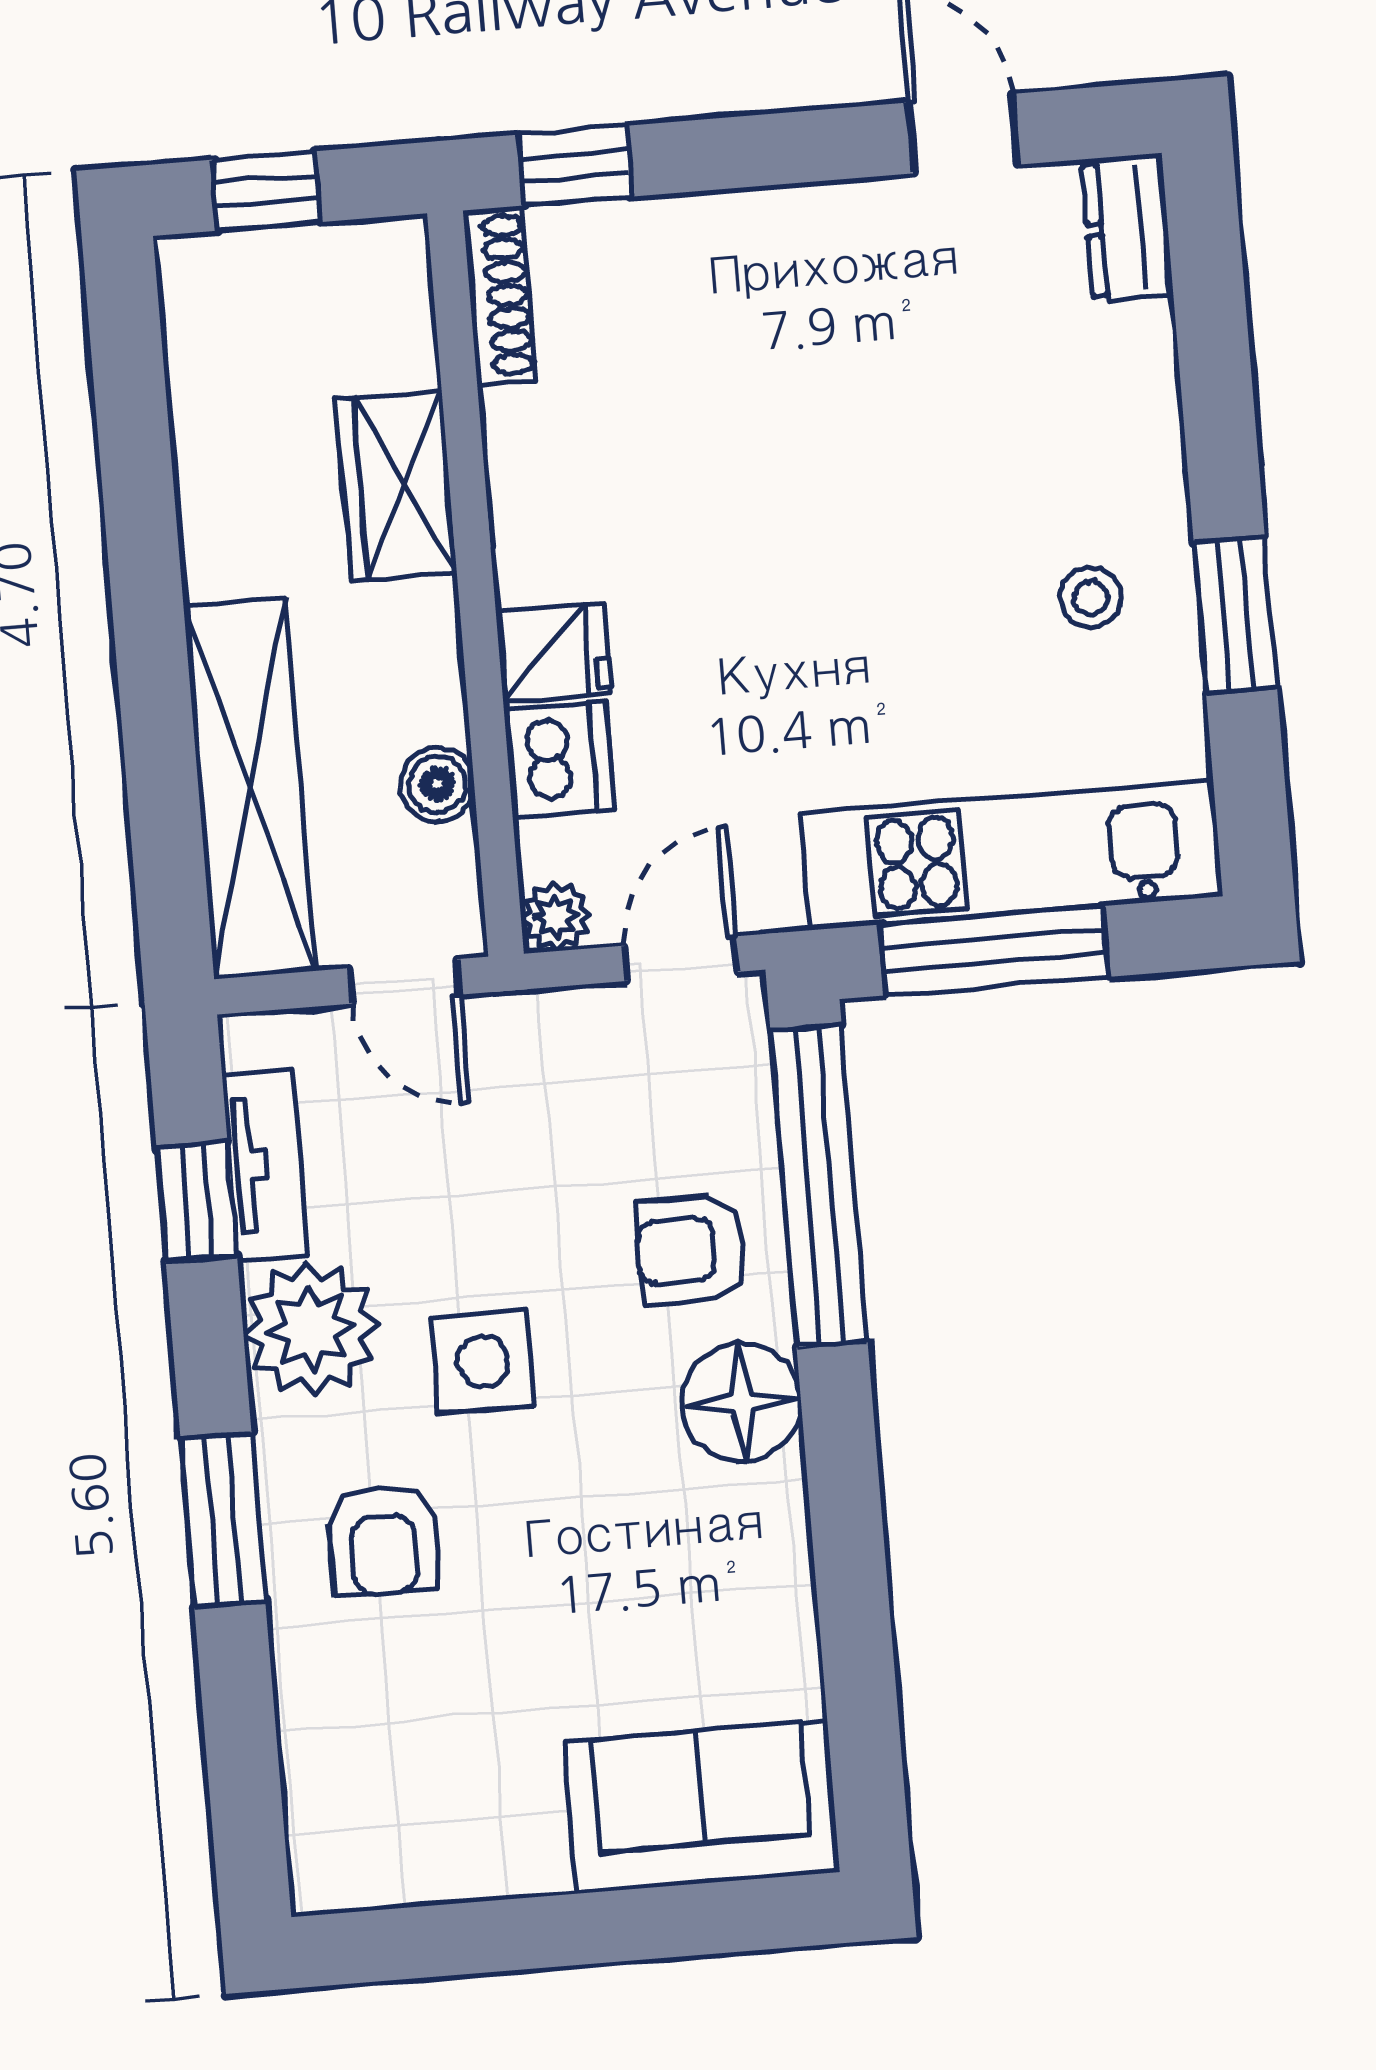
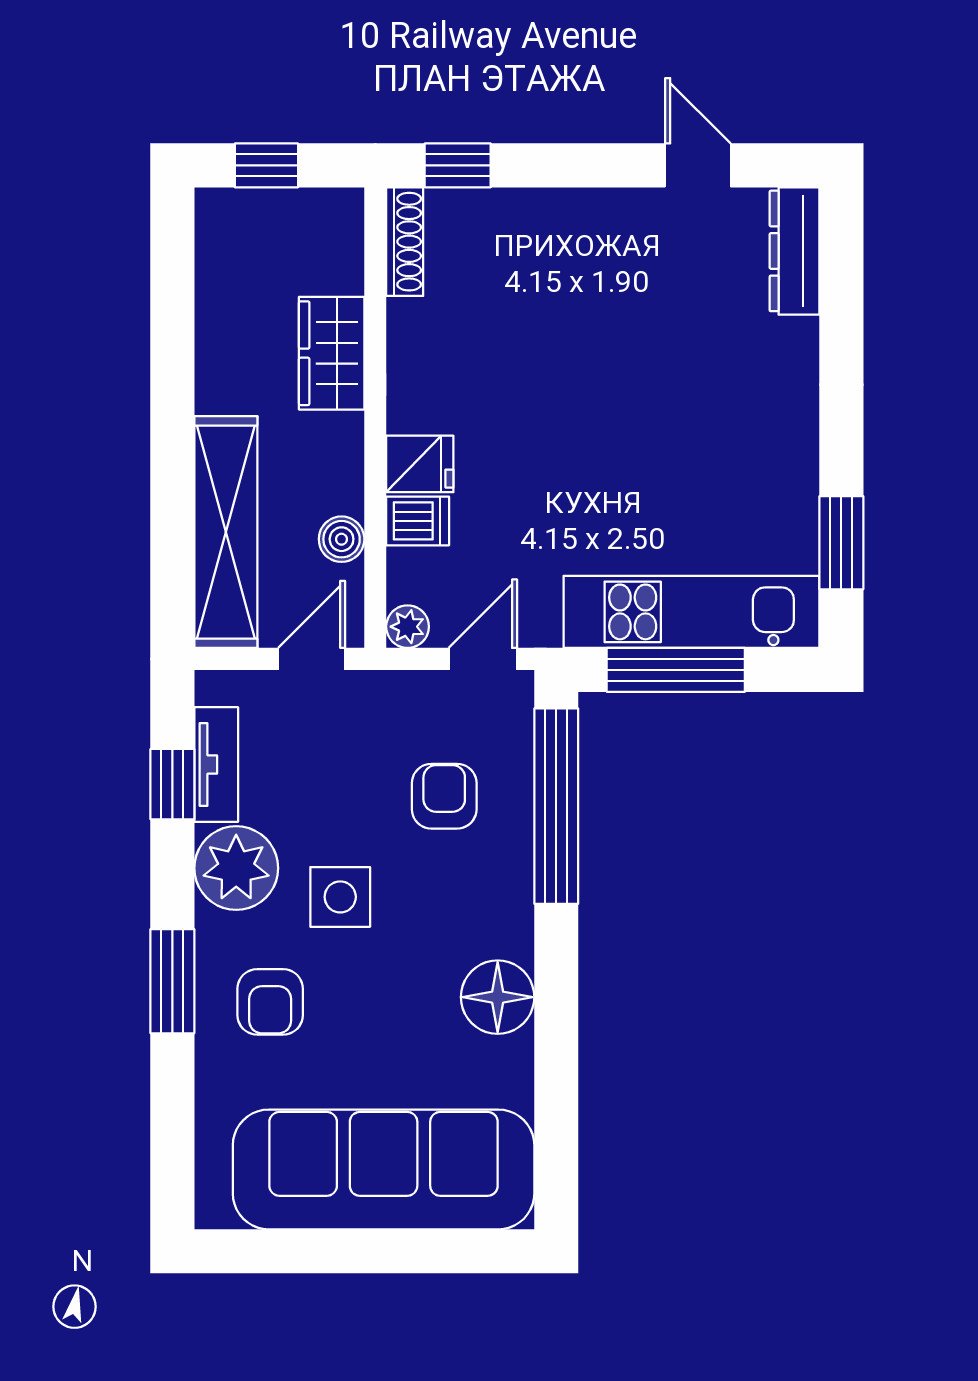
dresser: (1127, 228) -> (795, 251), width x1.44
stool: (1091, 597) -> (753, 457), removed
window: (1235, 615) -> (841, 543), moved
dishwasher: (559, 759) -> (418, 521), width x0.73
door: (405, 981) -> (312, 659), swing flipped
armchair: (691, 1249) -> (444, 796), moved, turned 90
floor lamp: (742, 1402) -> (498, 997), moved
sofa: (702, 1807) -> (384, 1169), width x1.85, depth x1.27

